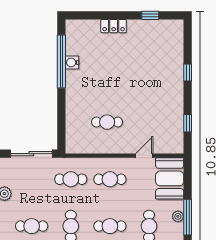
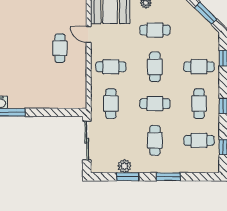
cafe table: (107, 122) -> (60, 48), moved
cafe table: (110, 179) -> (111, 67), turned 90

